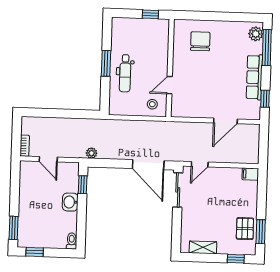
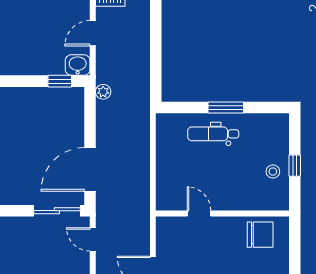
wall: (170, 68) -> (222, 214), moved
door: (169, 85) -> (199, 214), moved
stool: (152, 104) -> (273, 172), moved
washbasin: (70, 202) -> (78, 65), moved

